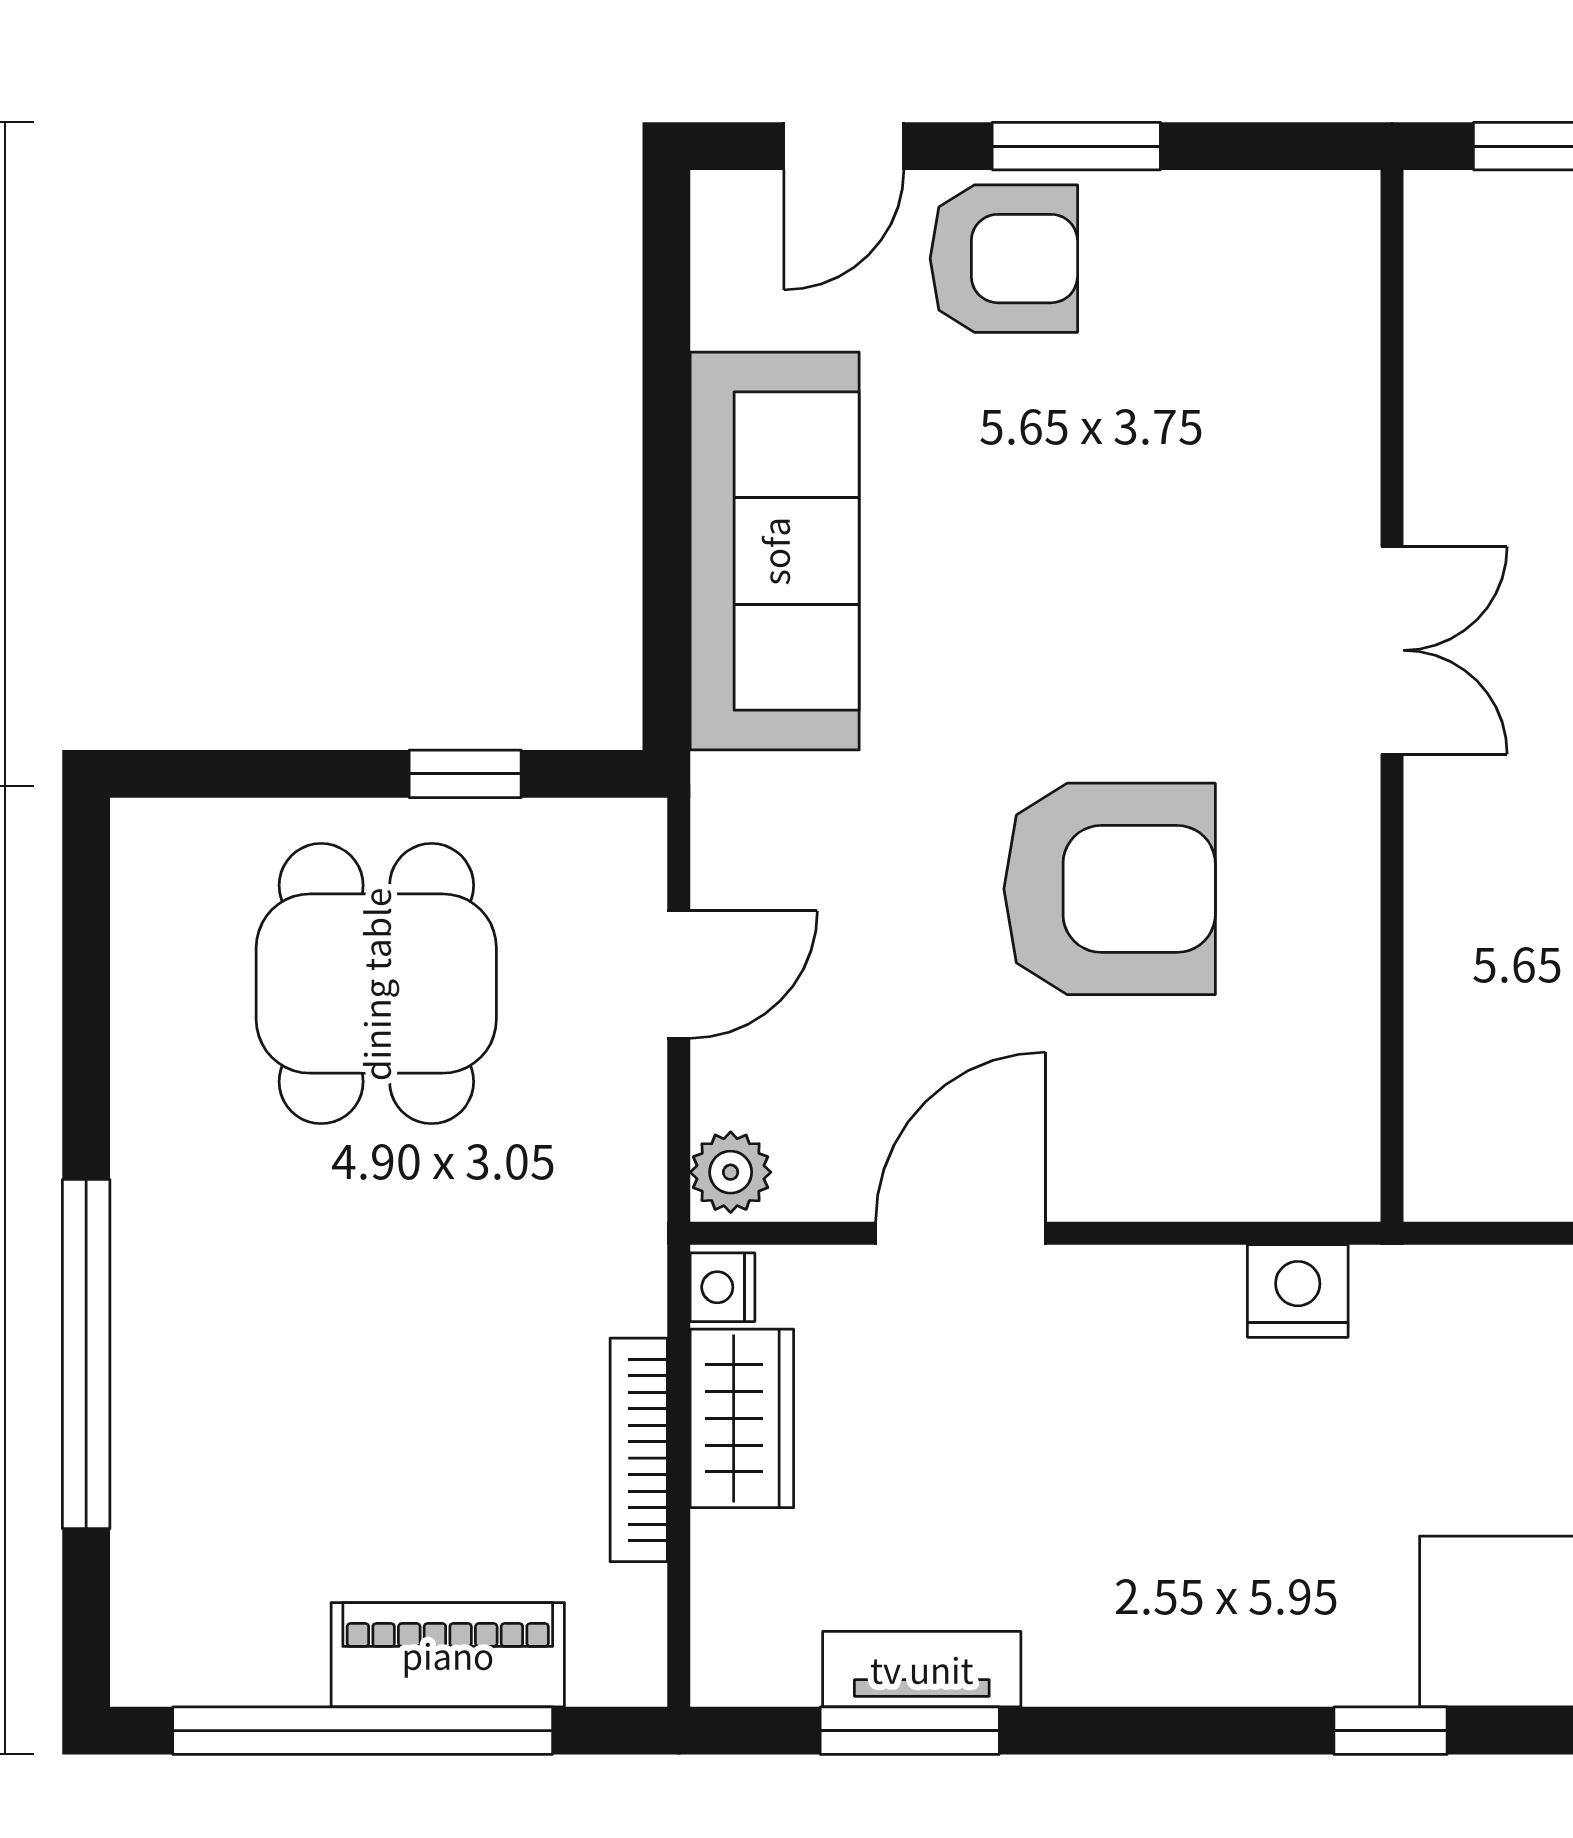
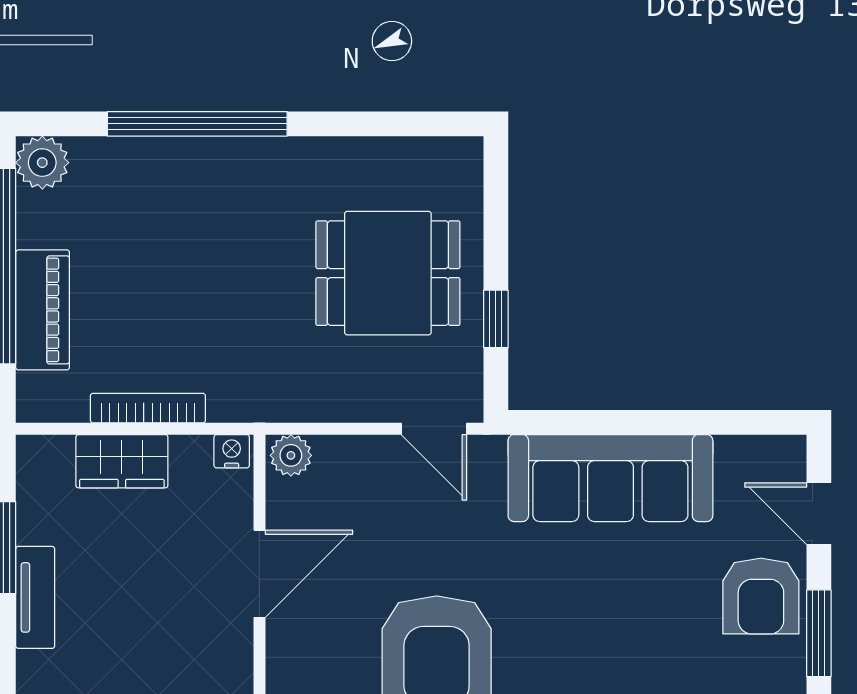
door: (679, 975) -> (434, 429), moved
door: (960, 1233) -> (259, 574), hinge flipped
wardrobe: (742, 1418) -> (122, 461), moved
plant: (161, 1655) -> (42, 163), added
tv unit: (922, 1669) -> (35, 597), moved

